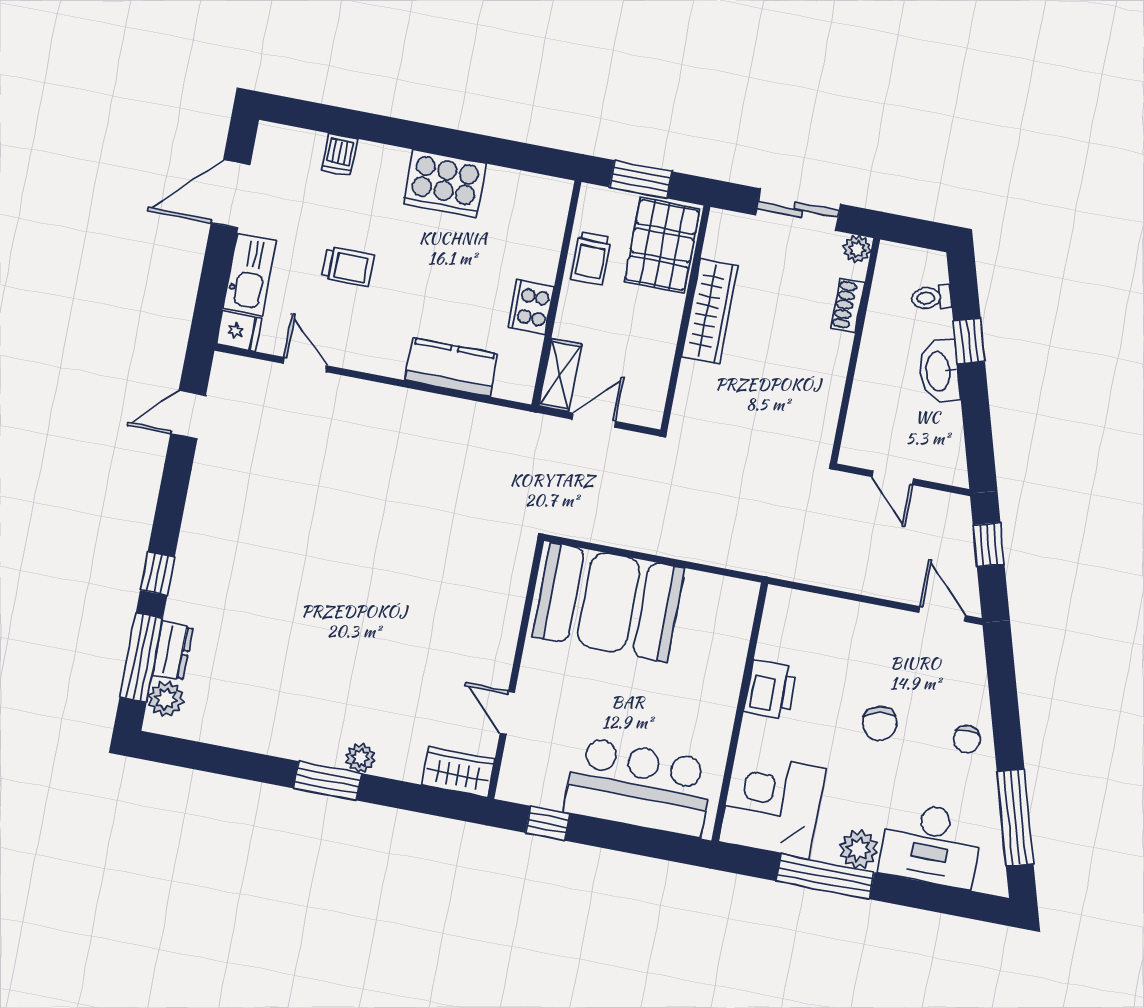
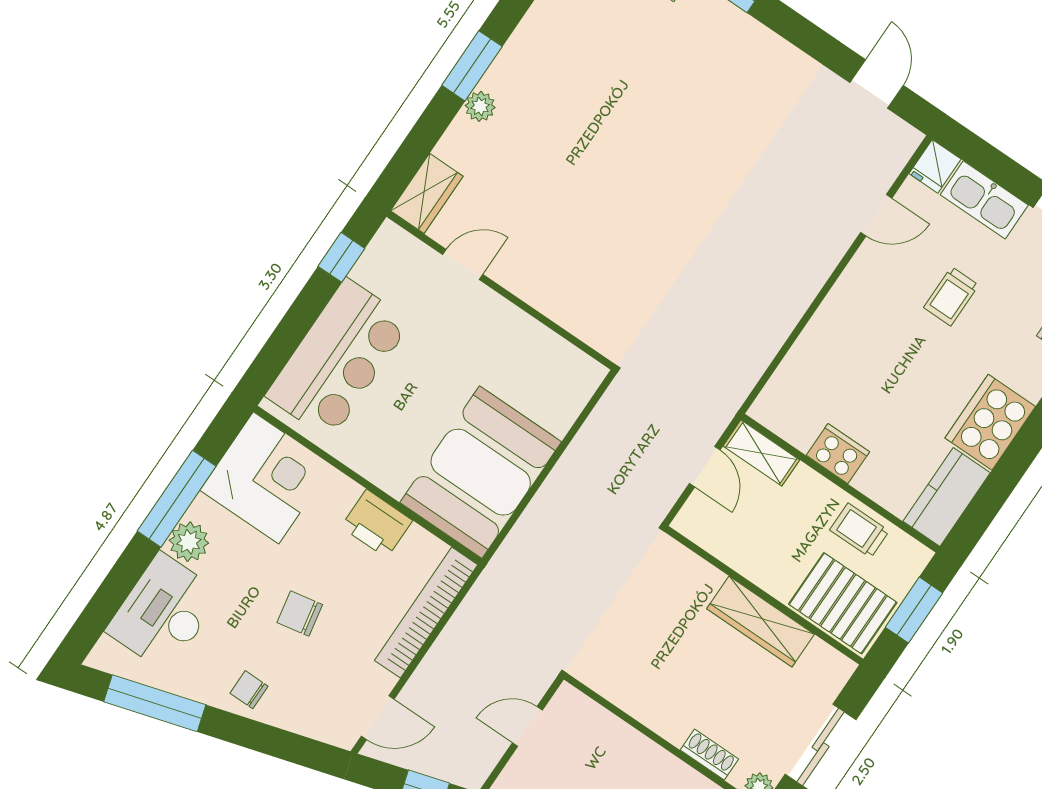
kitchen counter: (451, 367) -> (947, 497), moved, turned 180
booth: (609, 602) -> (481, 472), moved
bookcase: (830, 611) -> (426, 613), added

